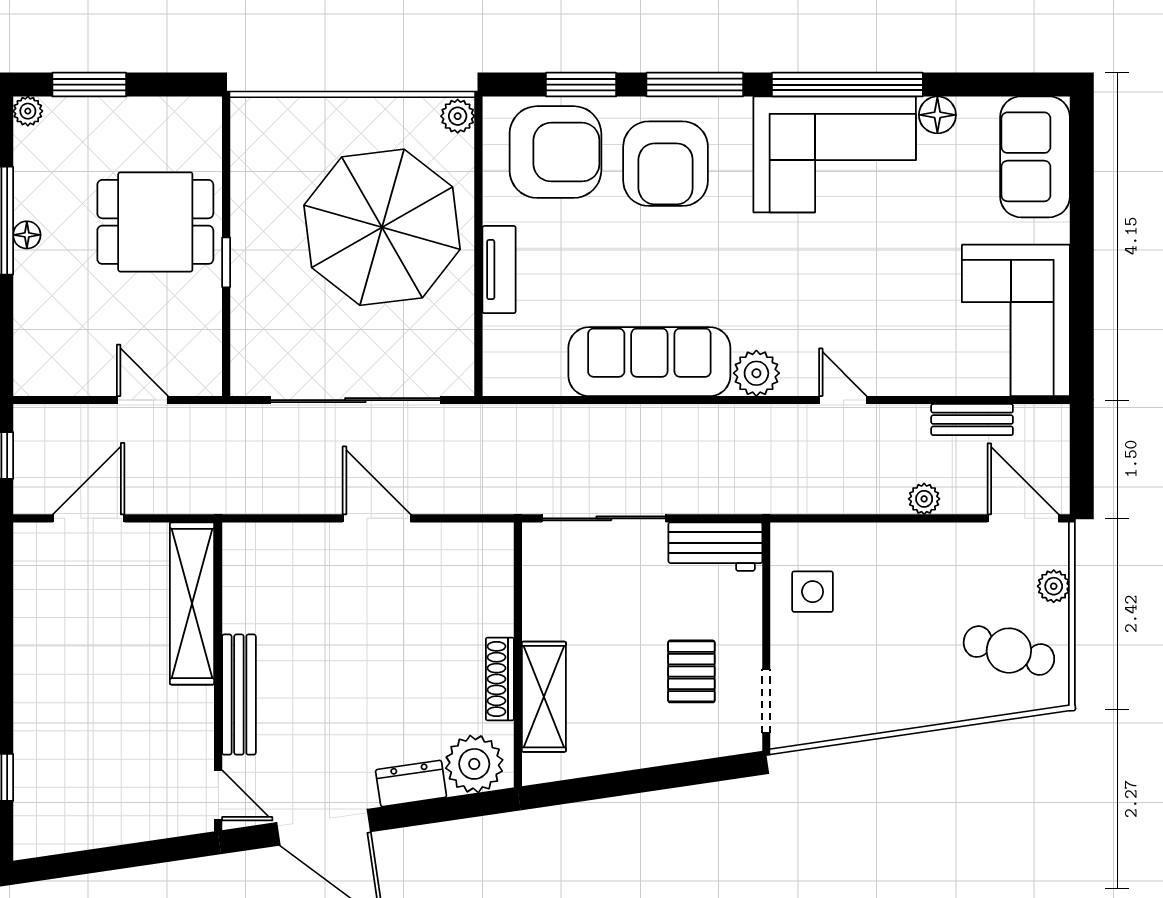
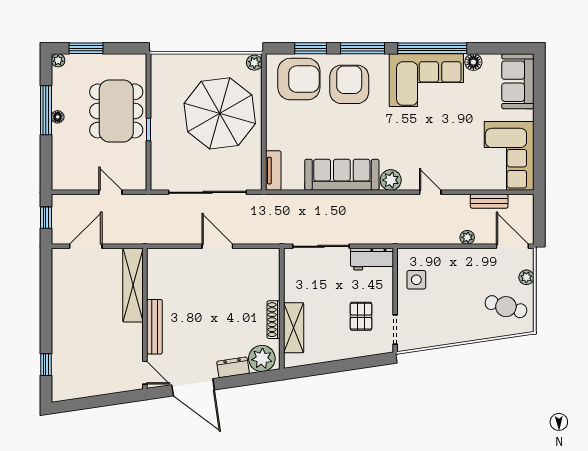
armchair: (666, 164) -> (349, 84), turned 180
dining table: (155, 222) -> (116, 111), width x1.38
tv unit: (499, 270) -> (273, 171), moved

